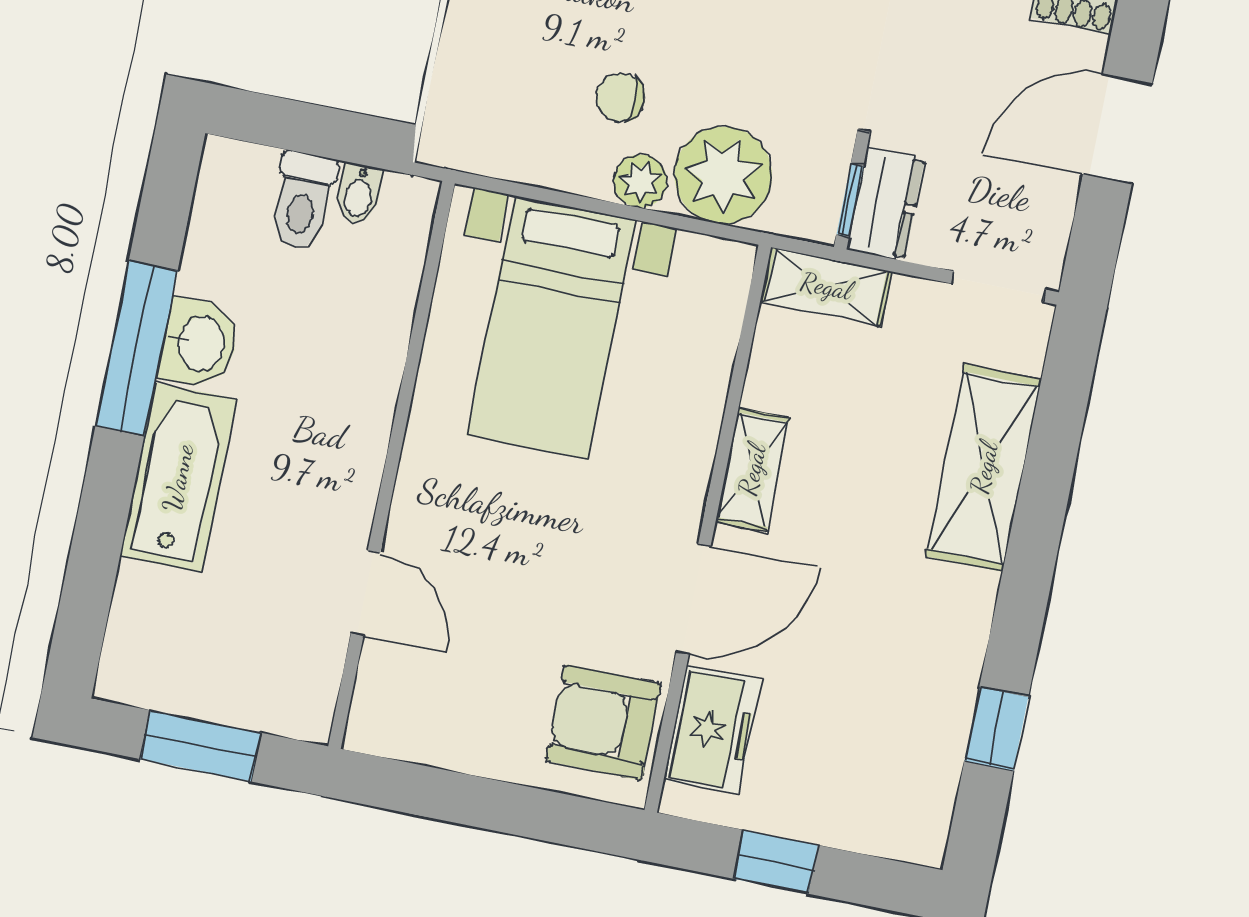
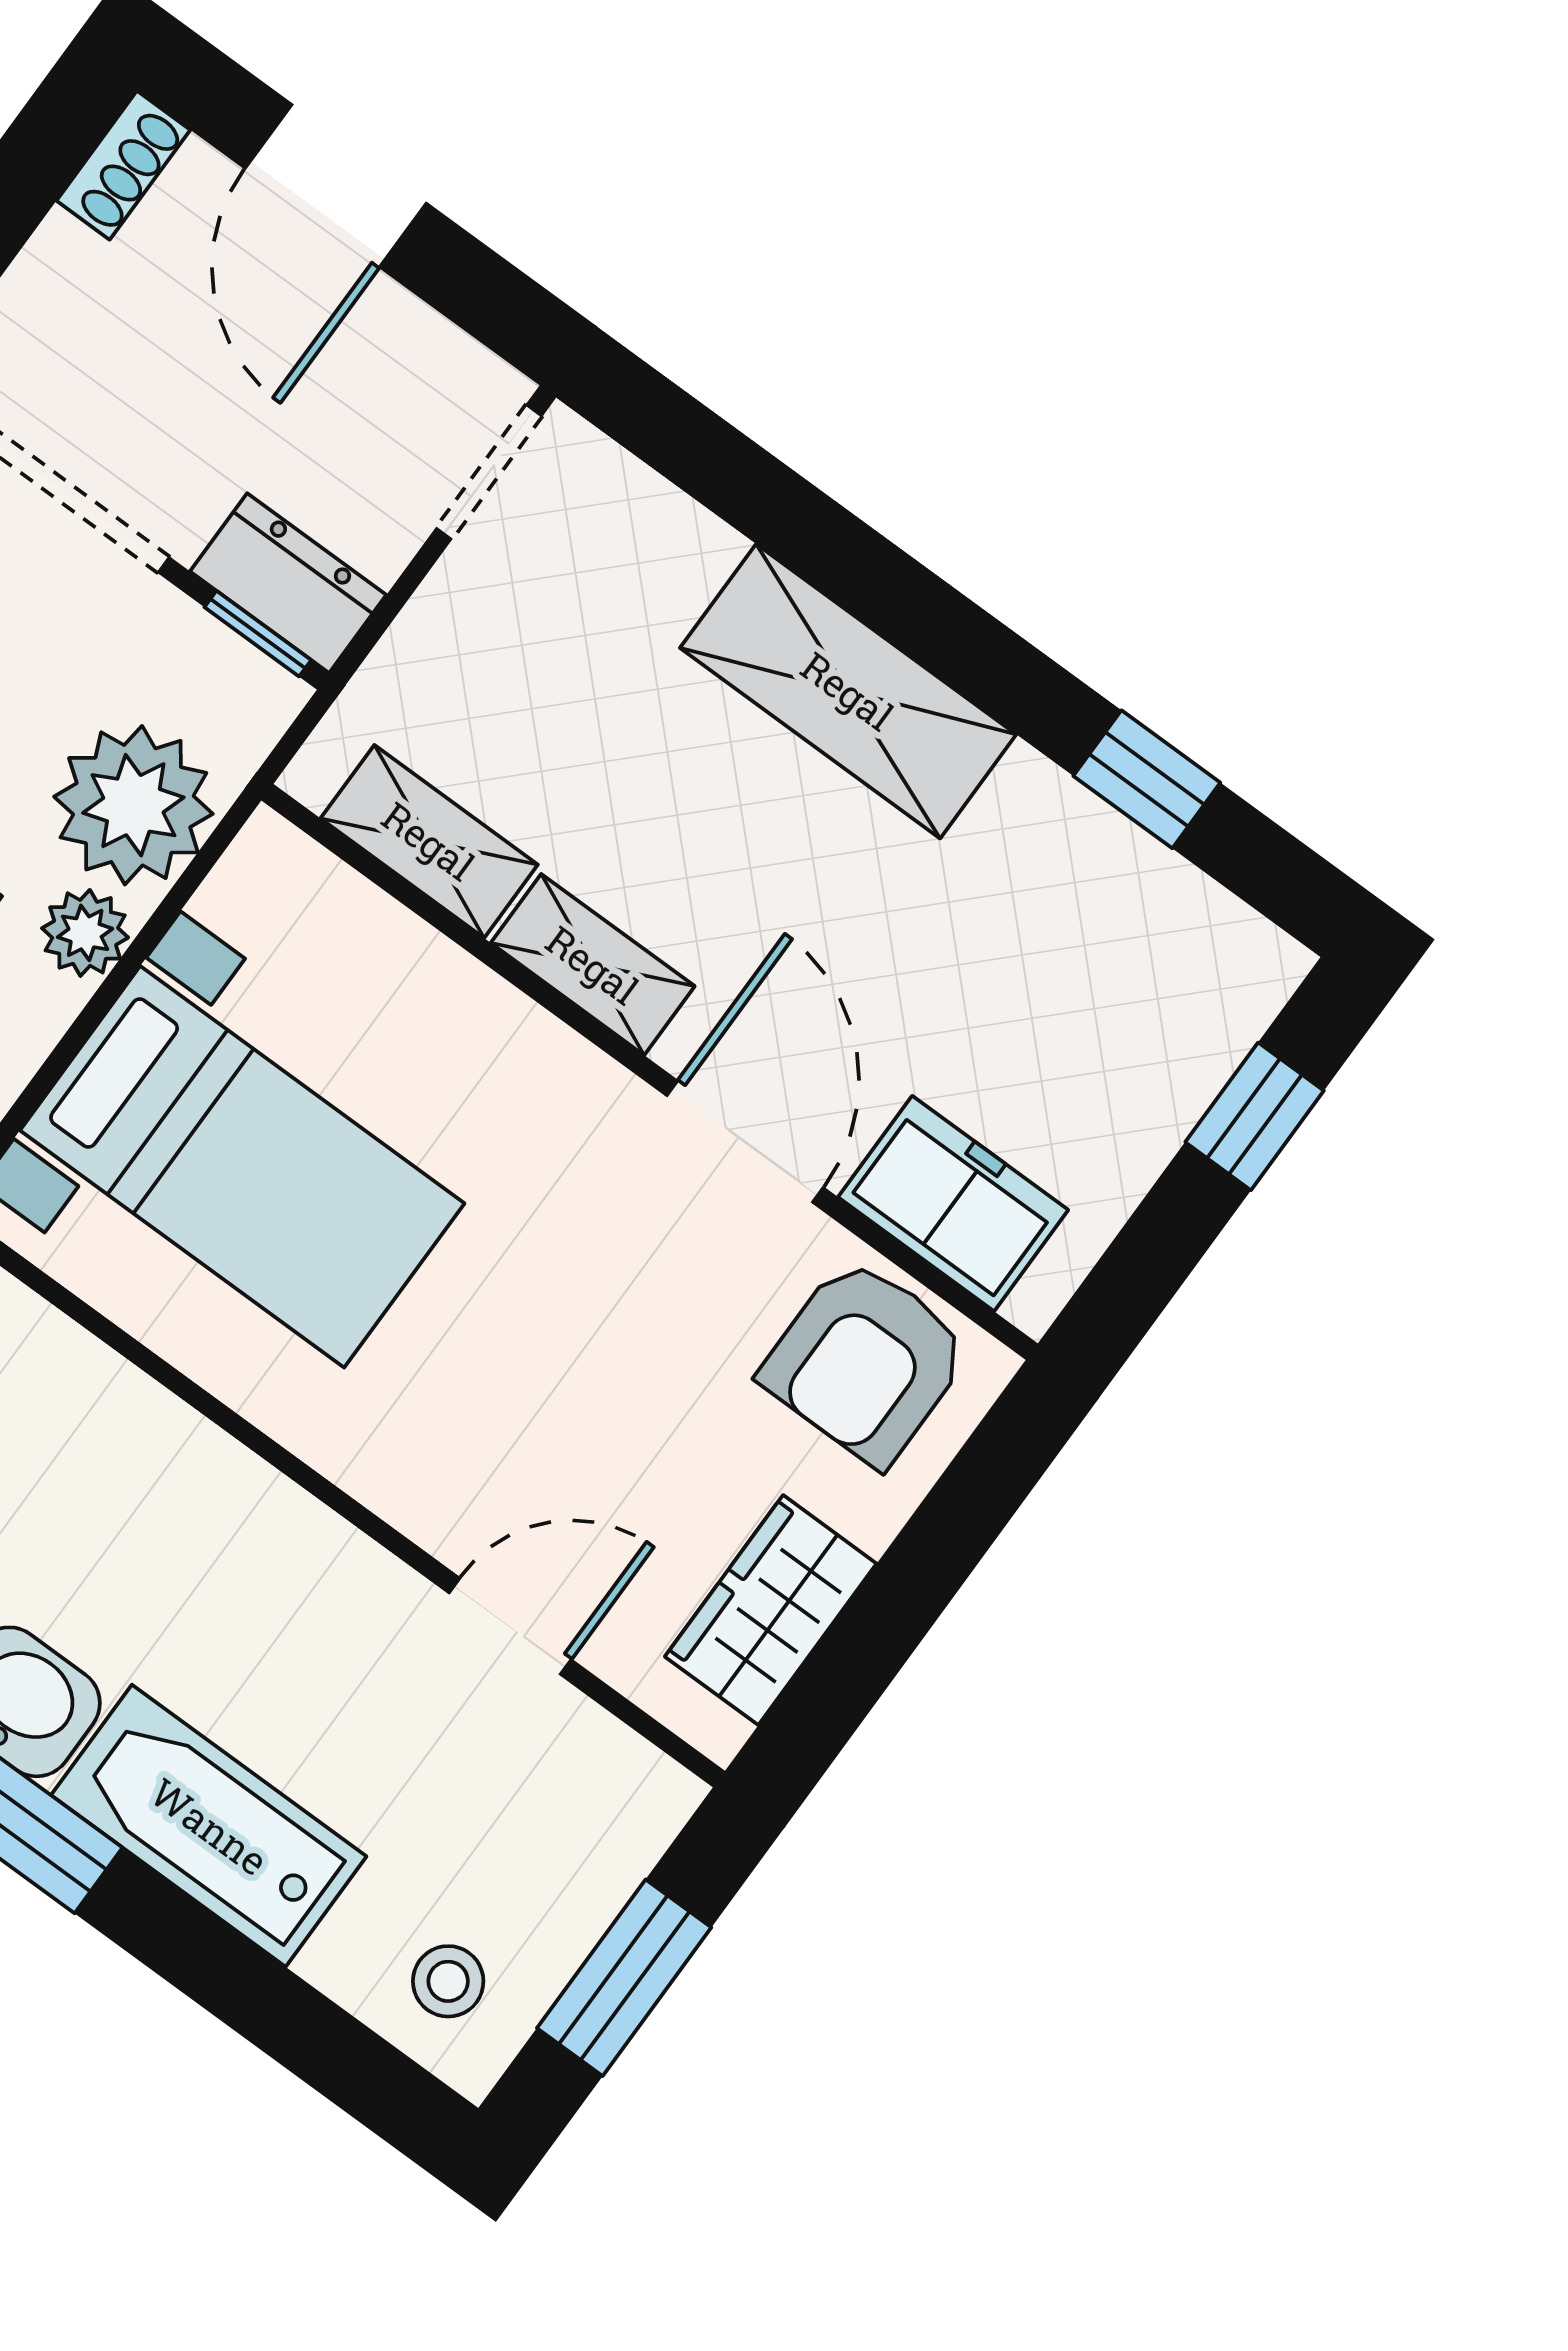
shelving: (826, 286) -> (429, 841), moved, turned 90
shelving: (984, 468) -> (848, 691), moved
stool: (154, 650) -> (448, 1981), added
wardrobe: (441, 733) -> (771, 1610), added
window: (776, 862) -> (1255, 1116), moved

